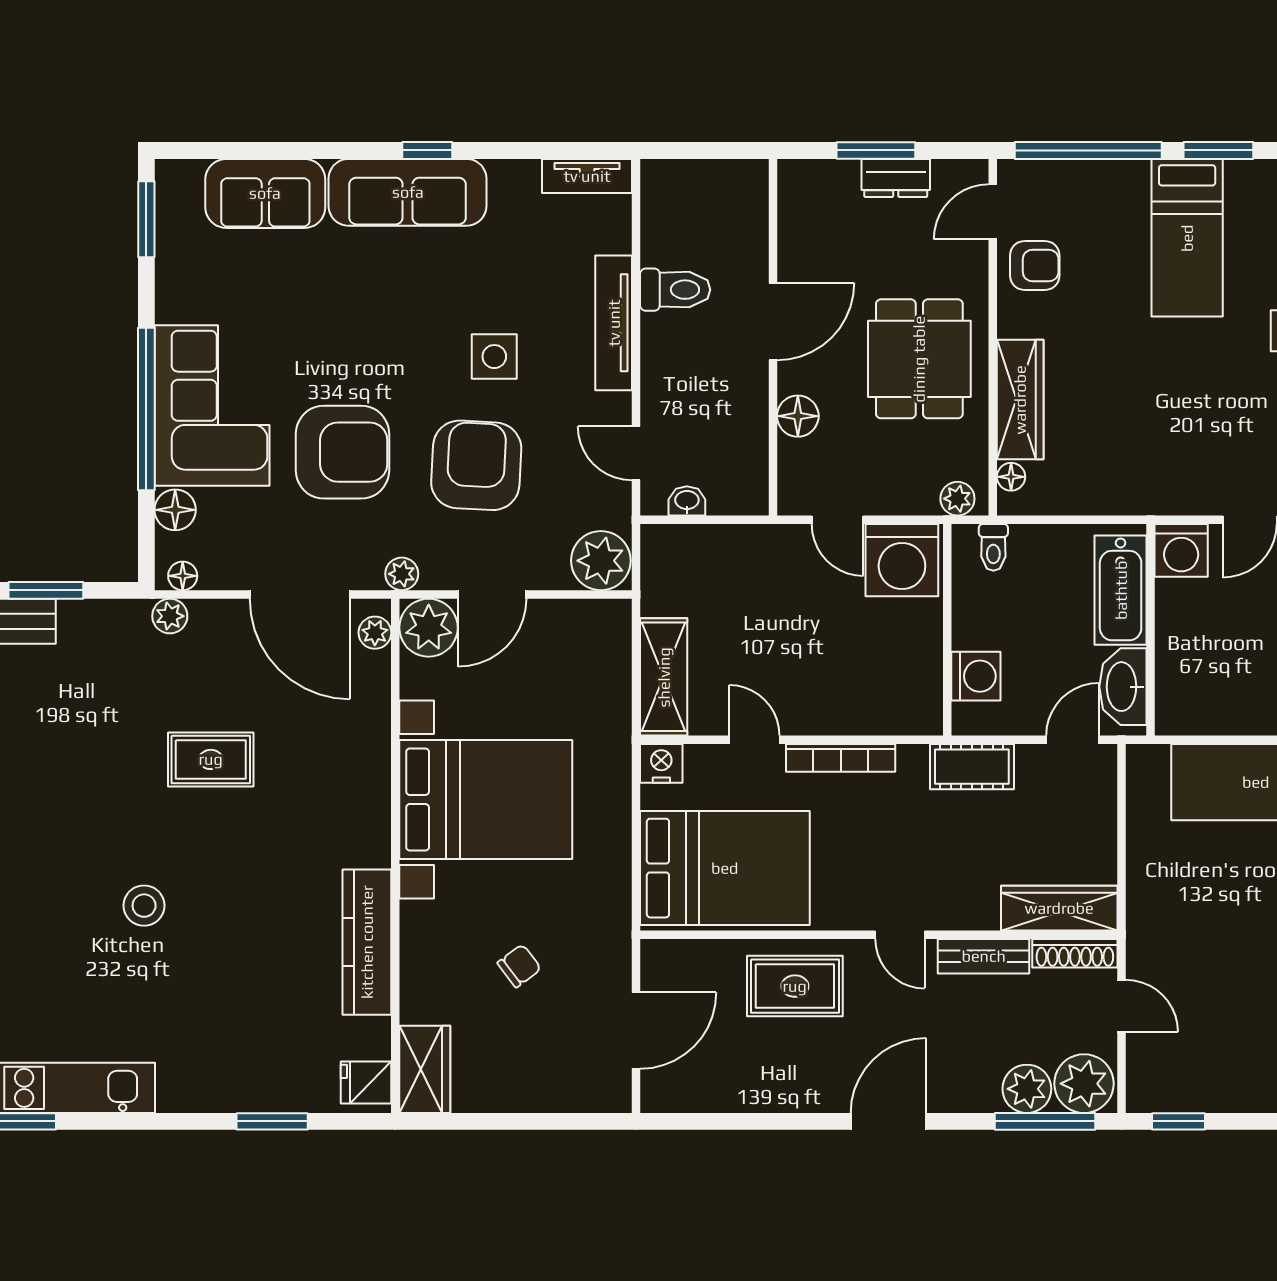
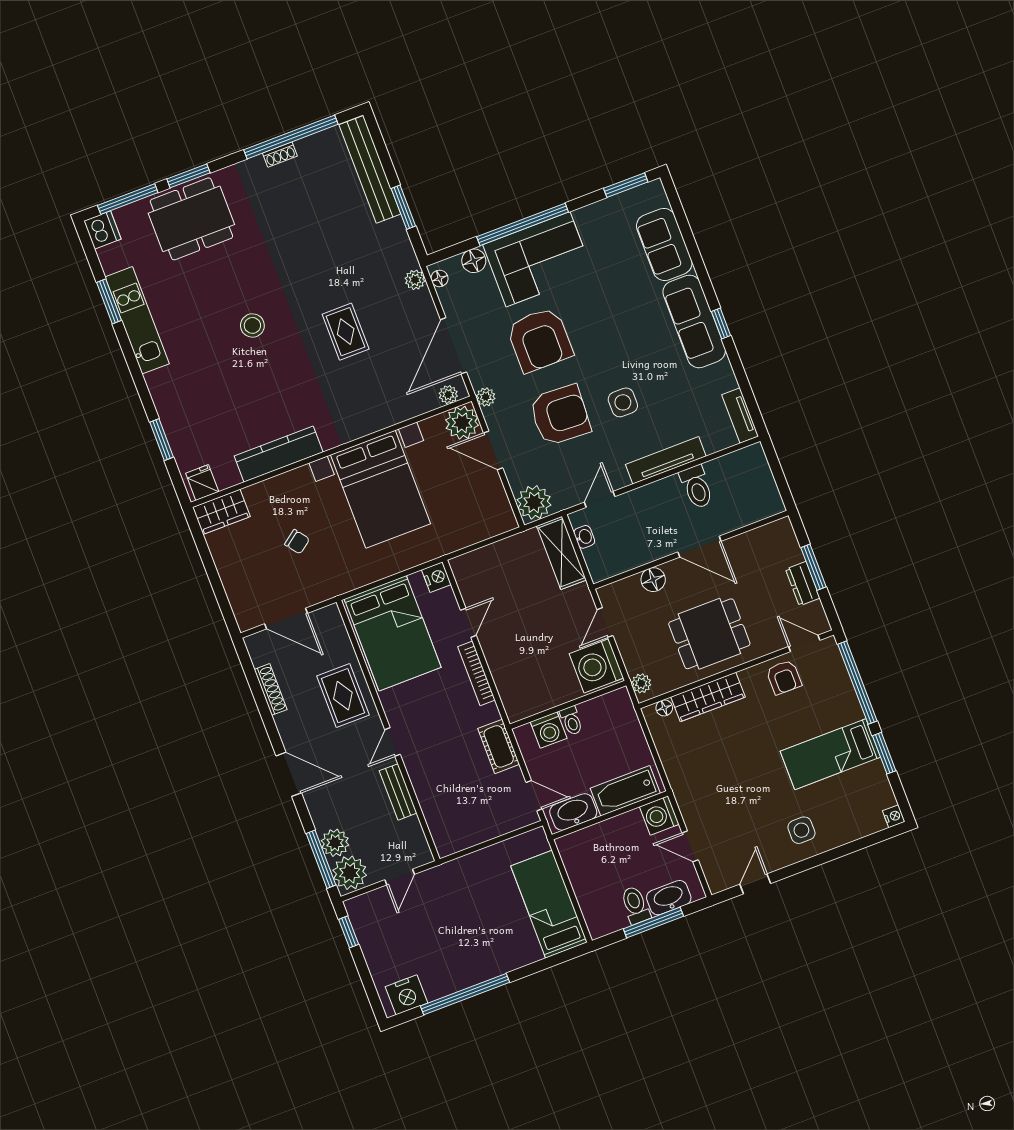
toilet: (993, 547) -> (571, 721), moved, turned -90
shelving: (664, 677) -> (561, 553), moved, turned 90
wardrobe: (1059, 908) -> (440, 823), removed
shoe rack: (1075, 953) -> (271, 689), moved, turned 180

